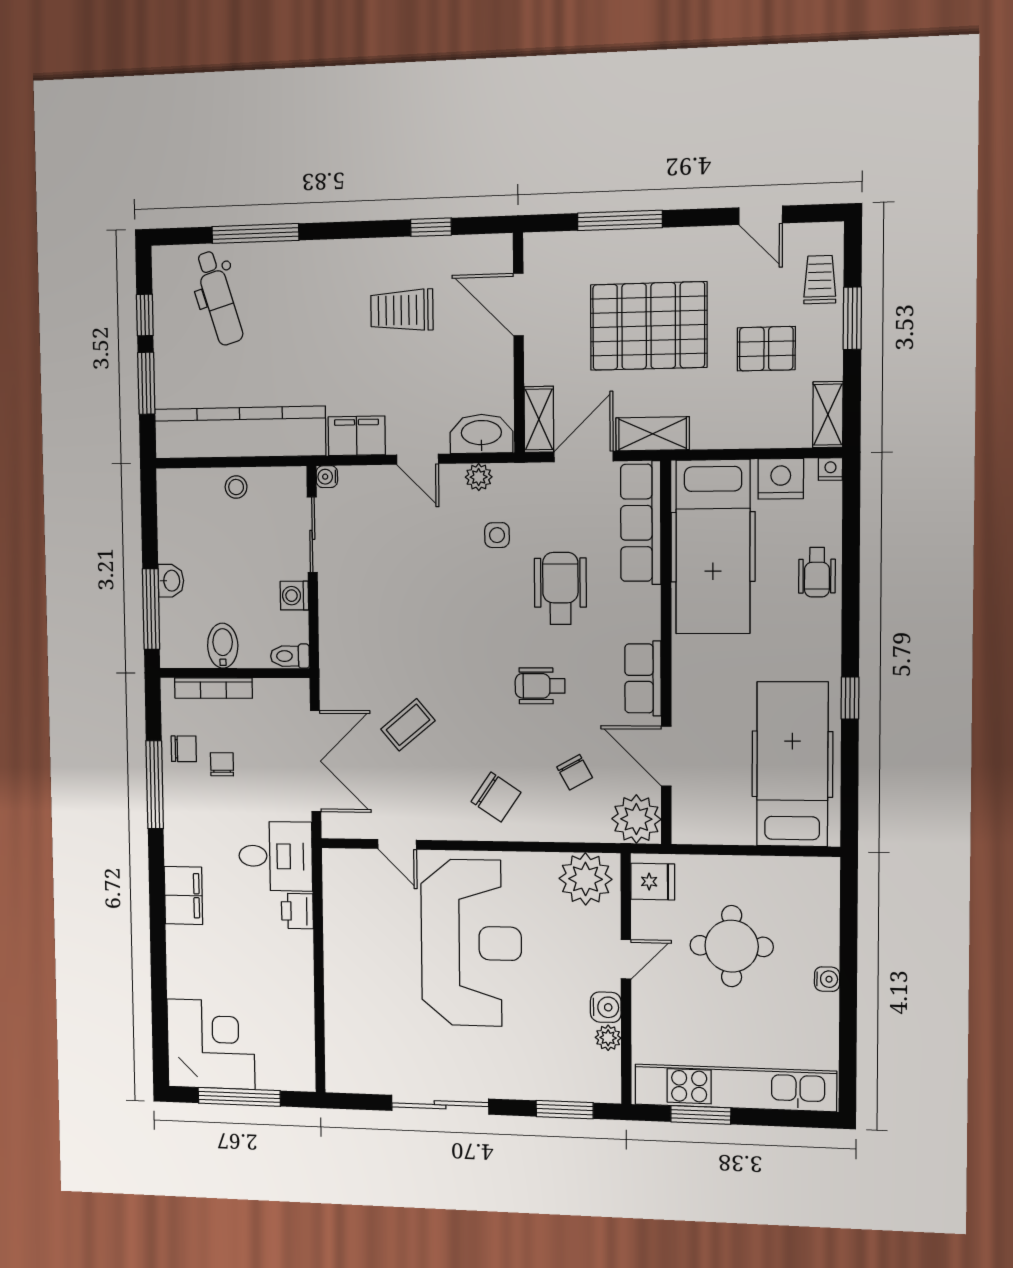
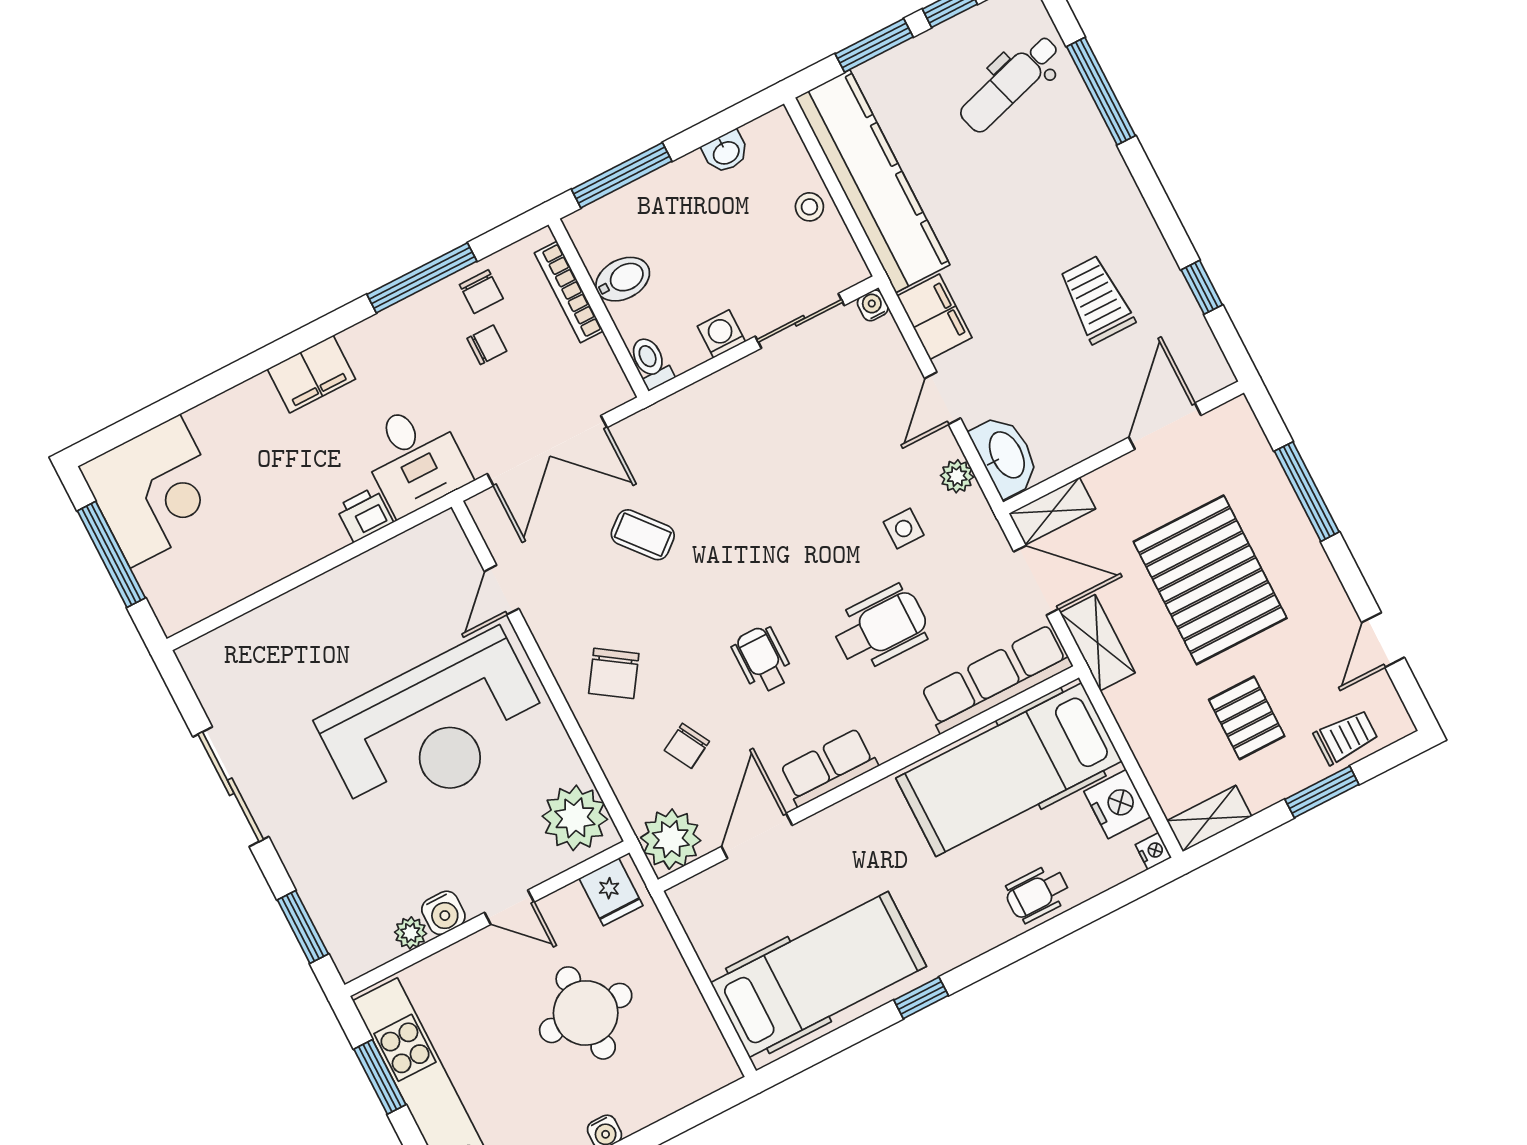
washbasin: (171, 581) -> (726, 152), moved

